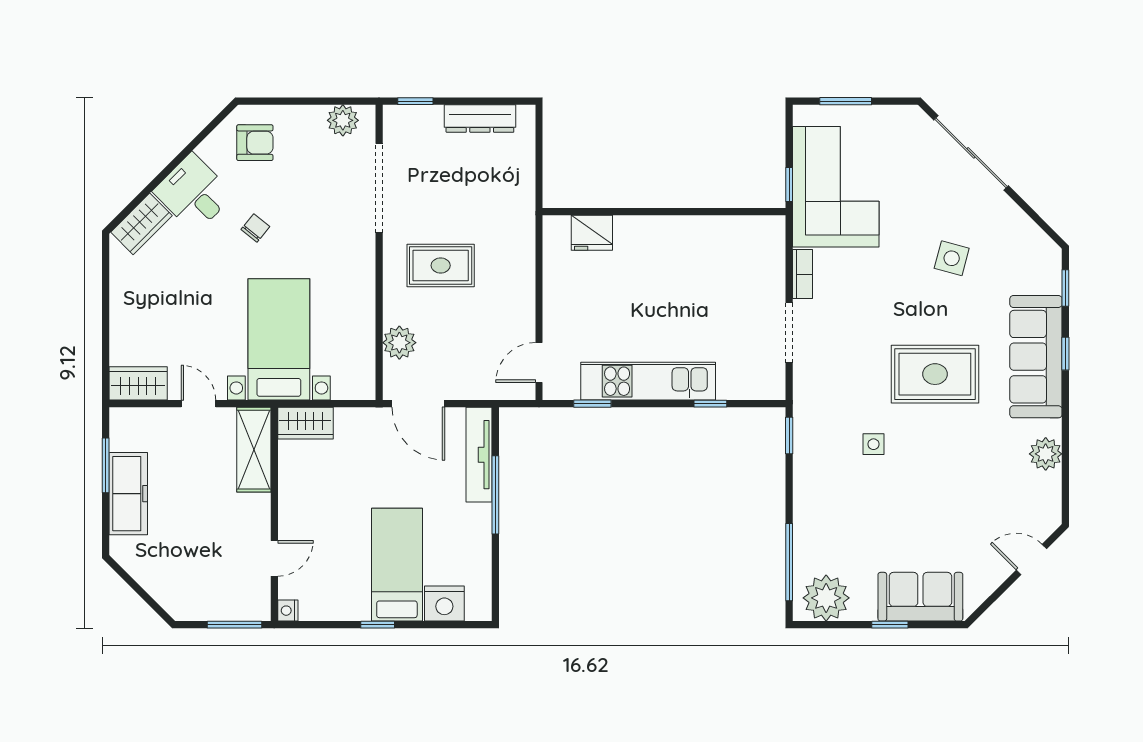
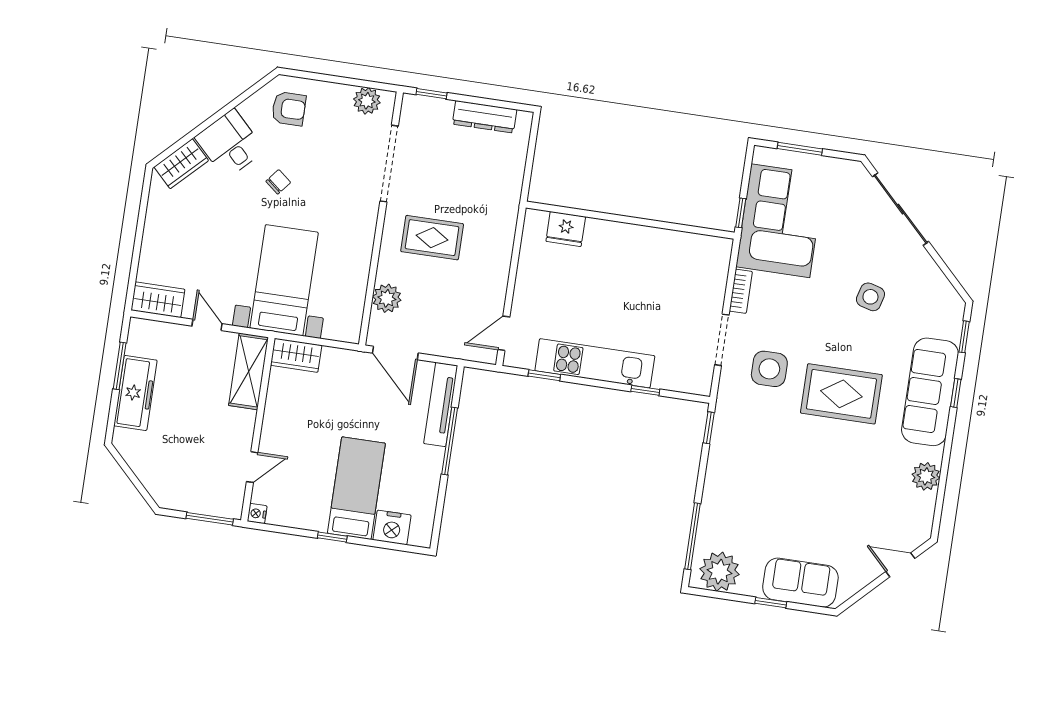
side table: (873, 444) -> (769, 369), moved, width x1.87, depth x1.87

